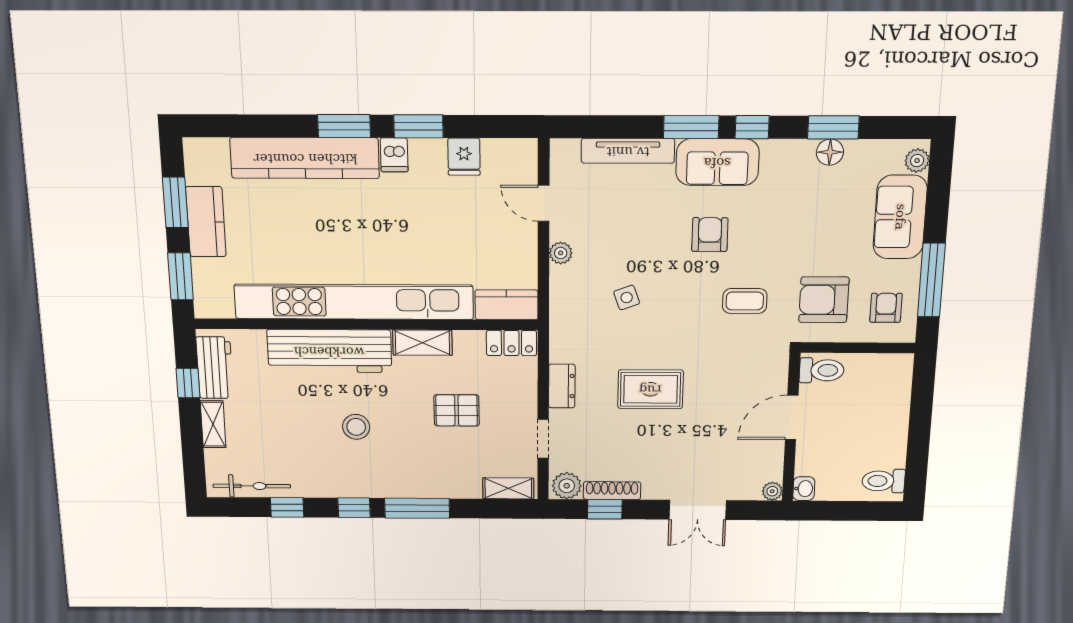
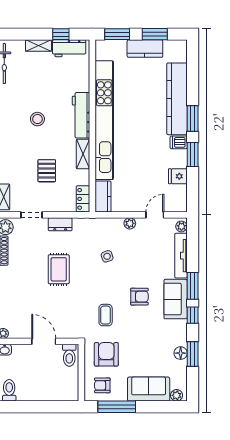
plant: (568, 150) -> (181, 226), added
armchair: (886, 308) -> (102, 385), turned 180
workbench: (329, 351) -> (81, 115), width x0.73, depth x0.76

